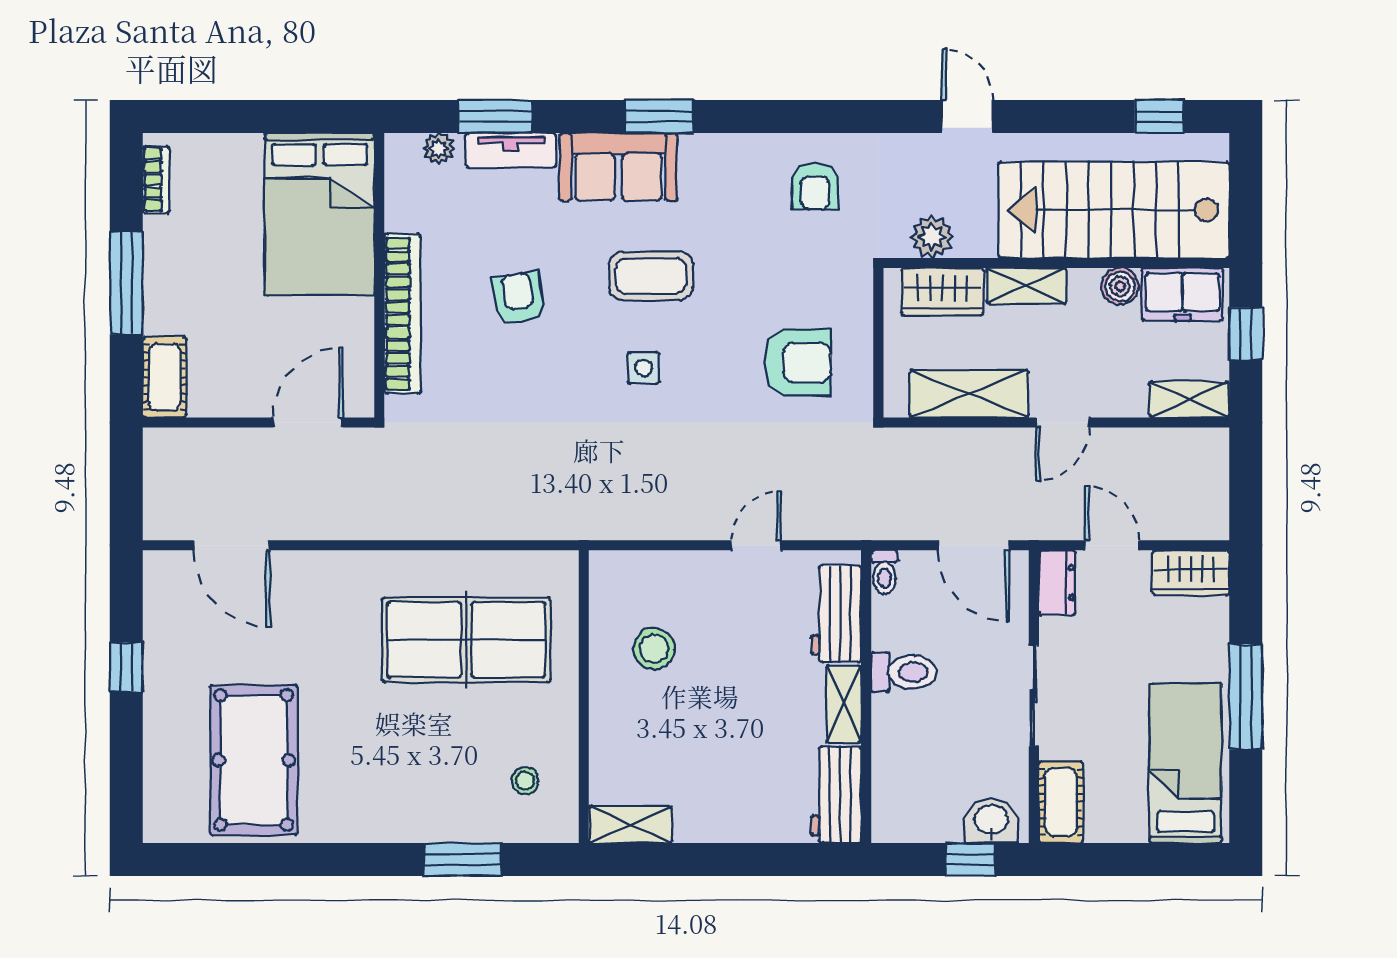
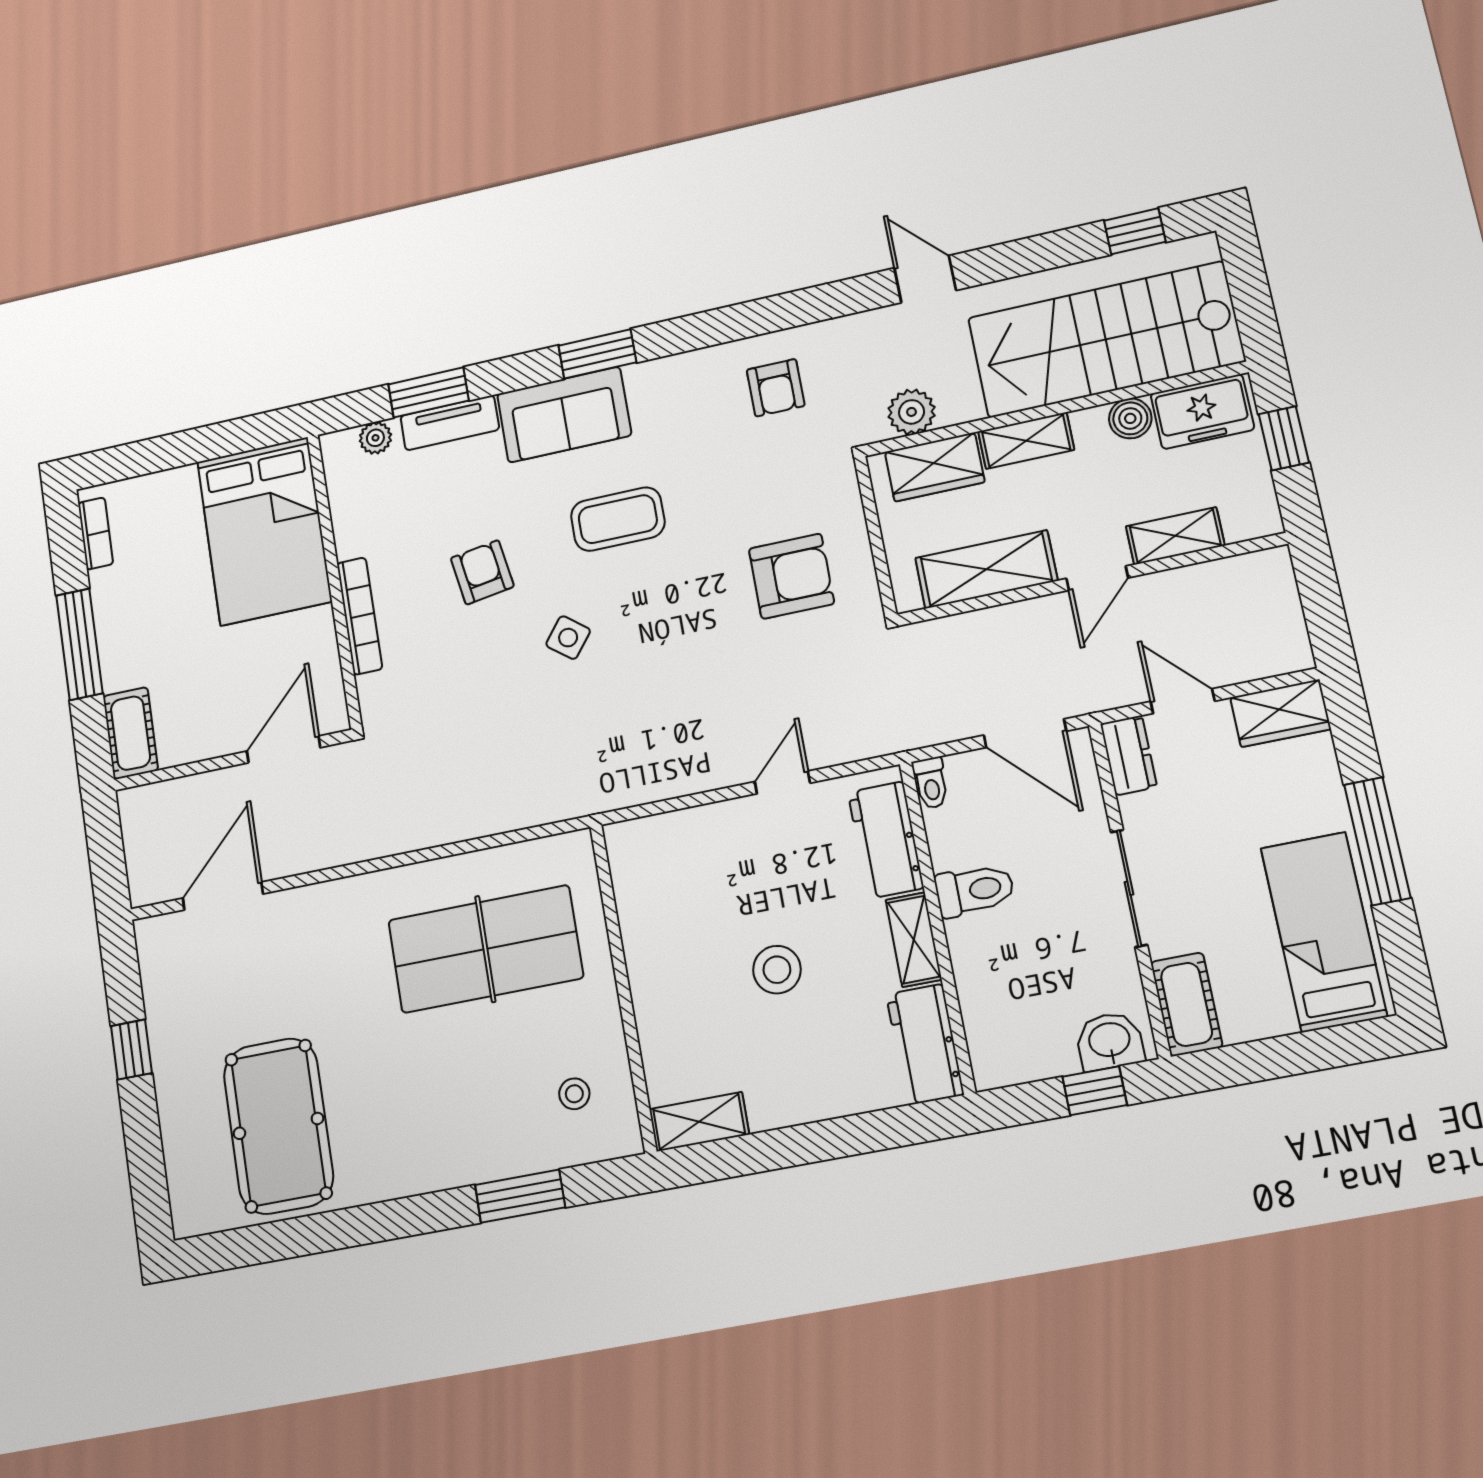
bookcase: (402, 314) -> (360, 616), width x0.68, depth x0.76
side table: (643, 368) -> (568, 638), moved, turned 38
shelving: (1189, 400) -> (1175, 536), moved
door: (232, 545) -> (223, 896), swing flipped
stool: (654, 649) -> (777, 970), moved

